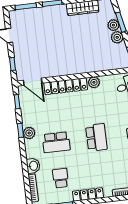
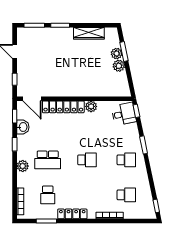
plant: (29, 133) -> (23, 166), moved
school desk: (96, 137) -> (87, 160), width x0.54
washbasin: (33, 166) -> (23, 127), moved
school desk: (61, 178) -> (48, 195), turned 180

